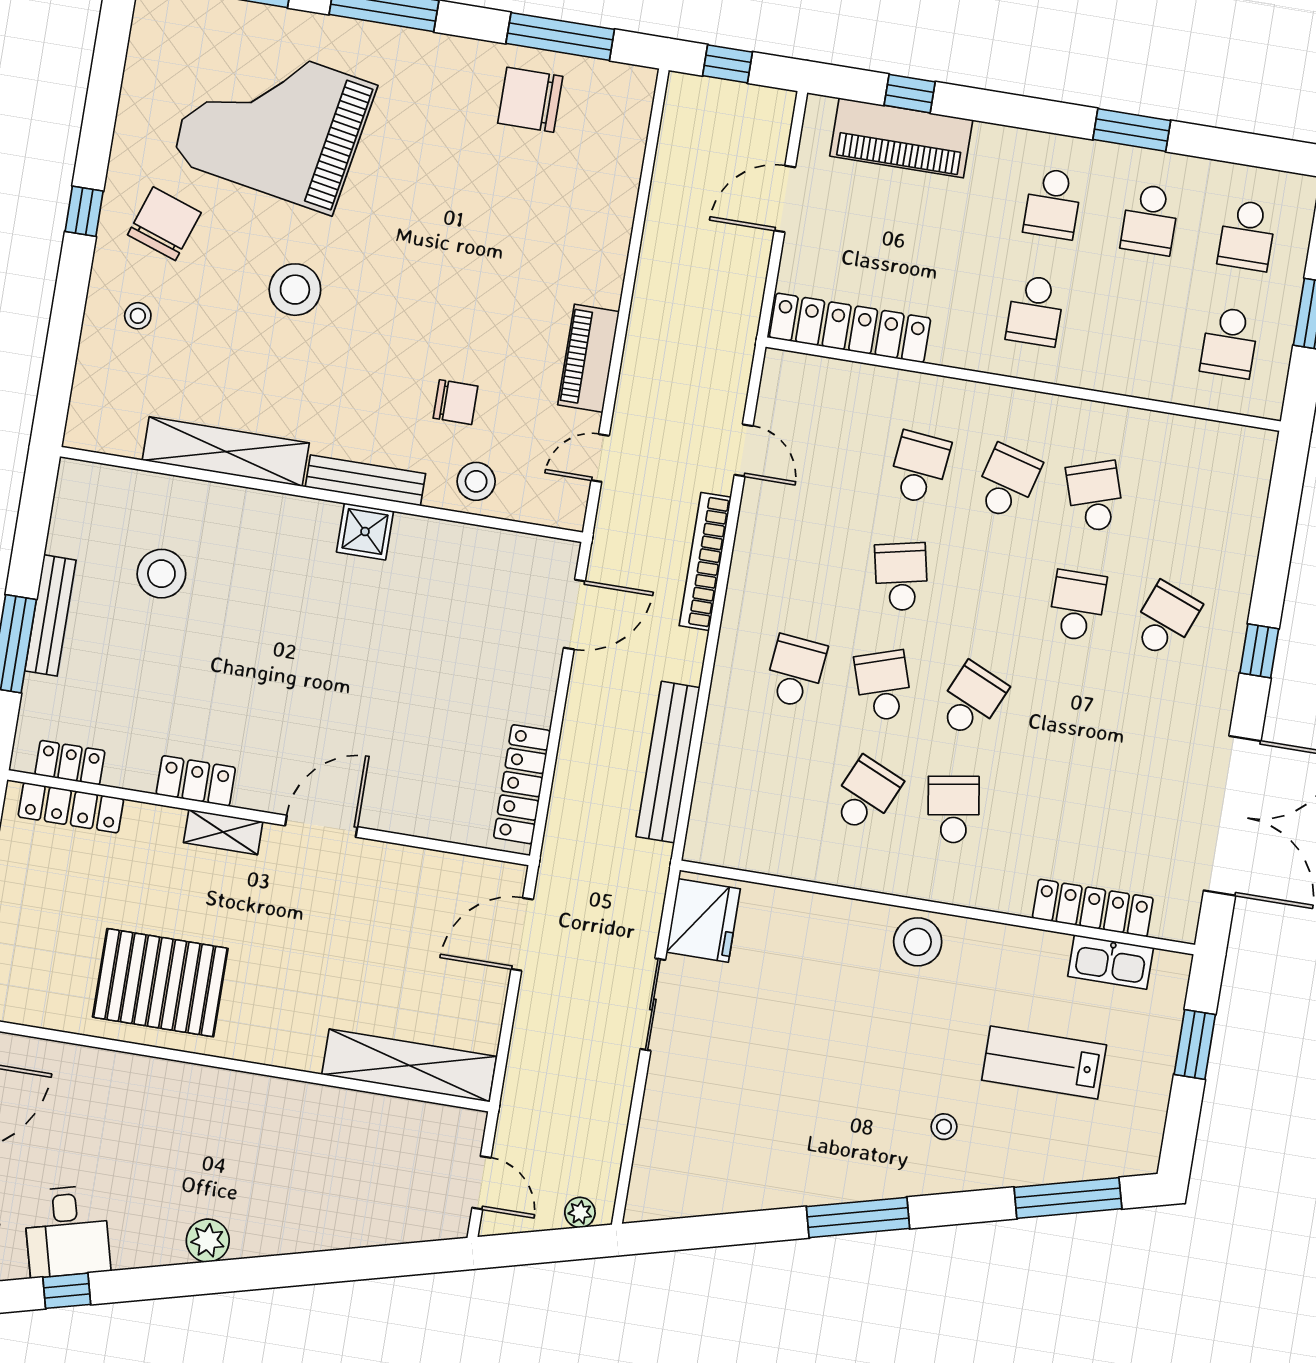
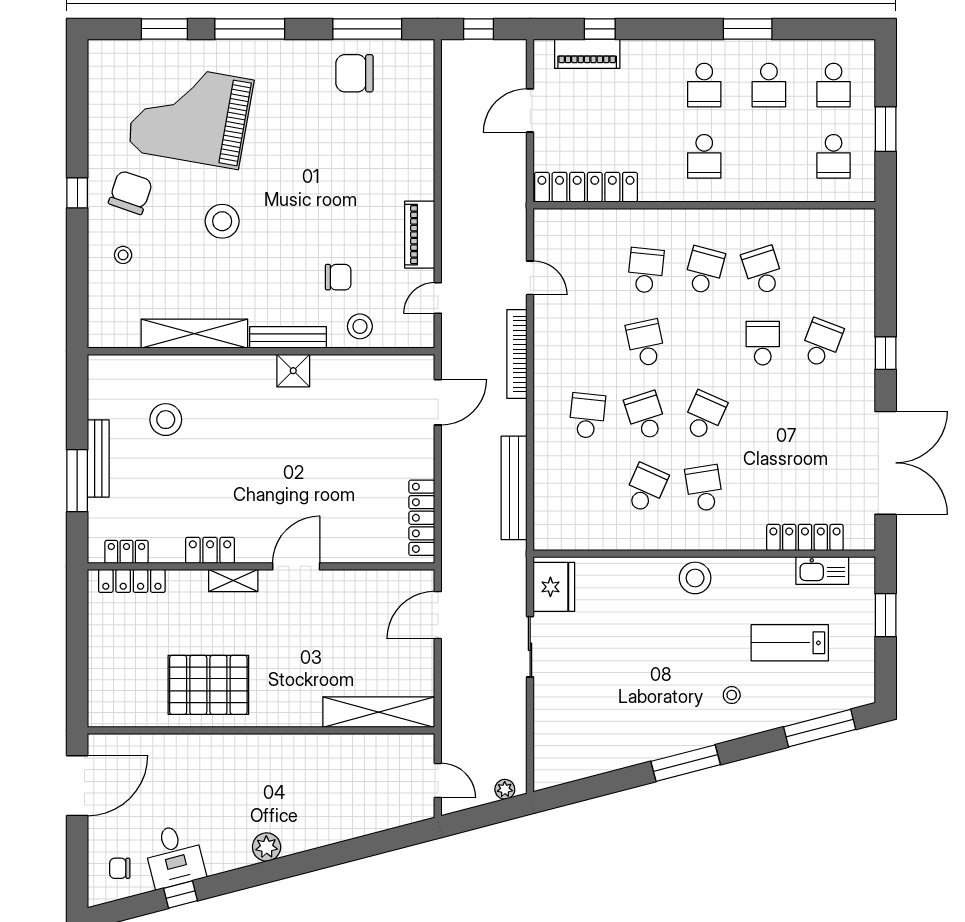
piano: (901, 138) -> (587, 54), width x0.73, depth x0.75

